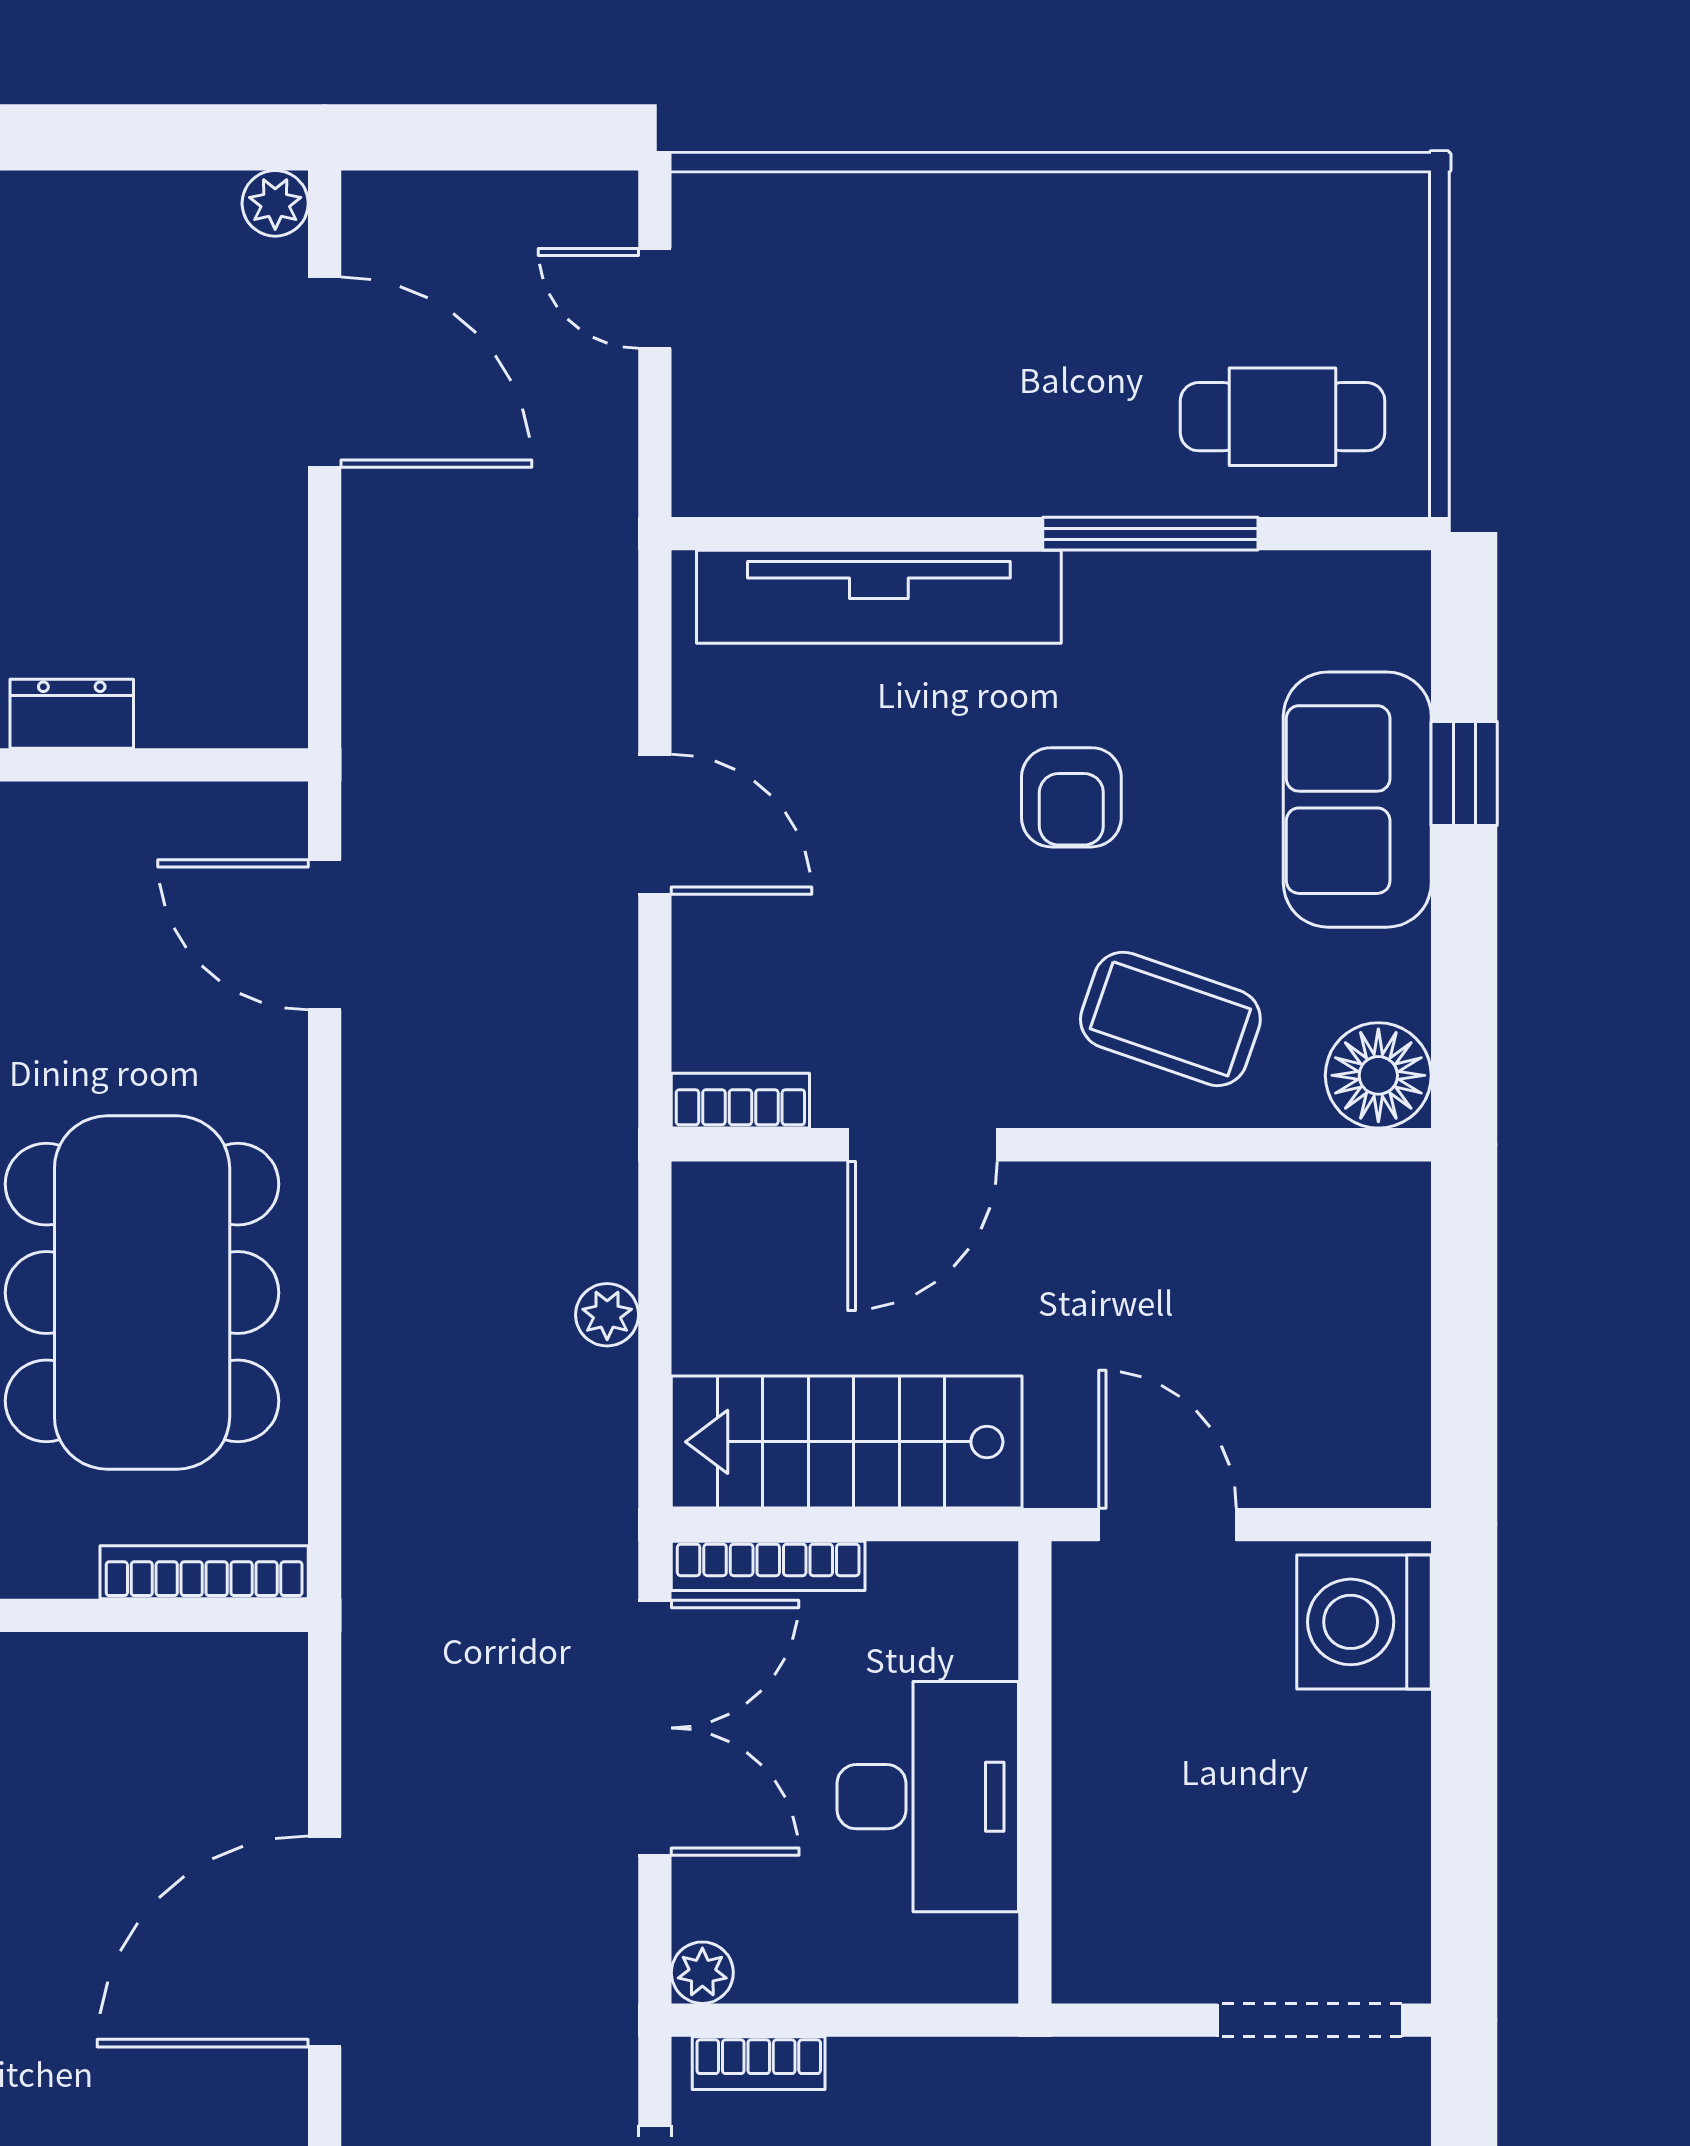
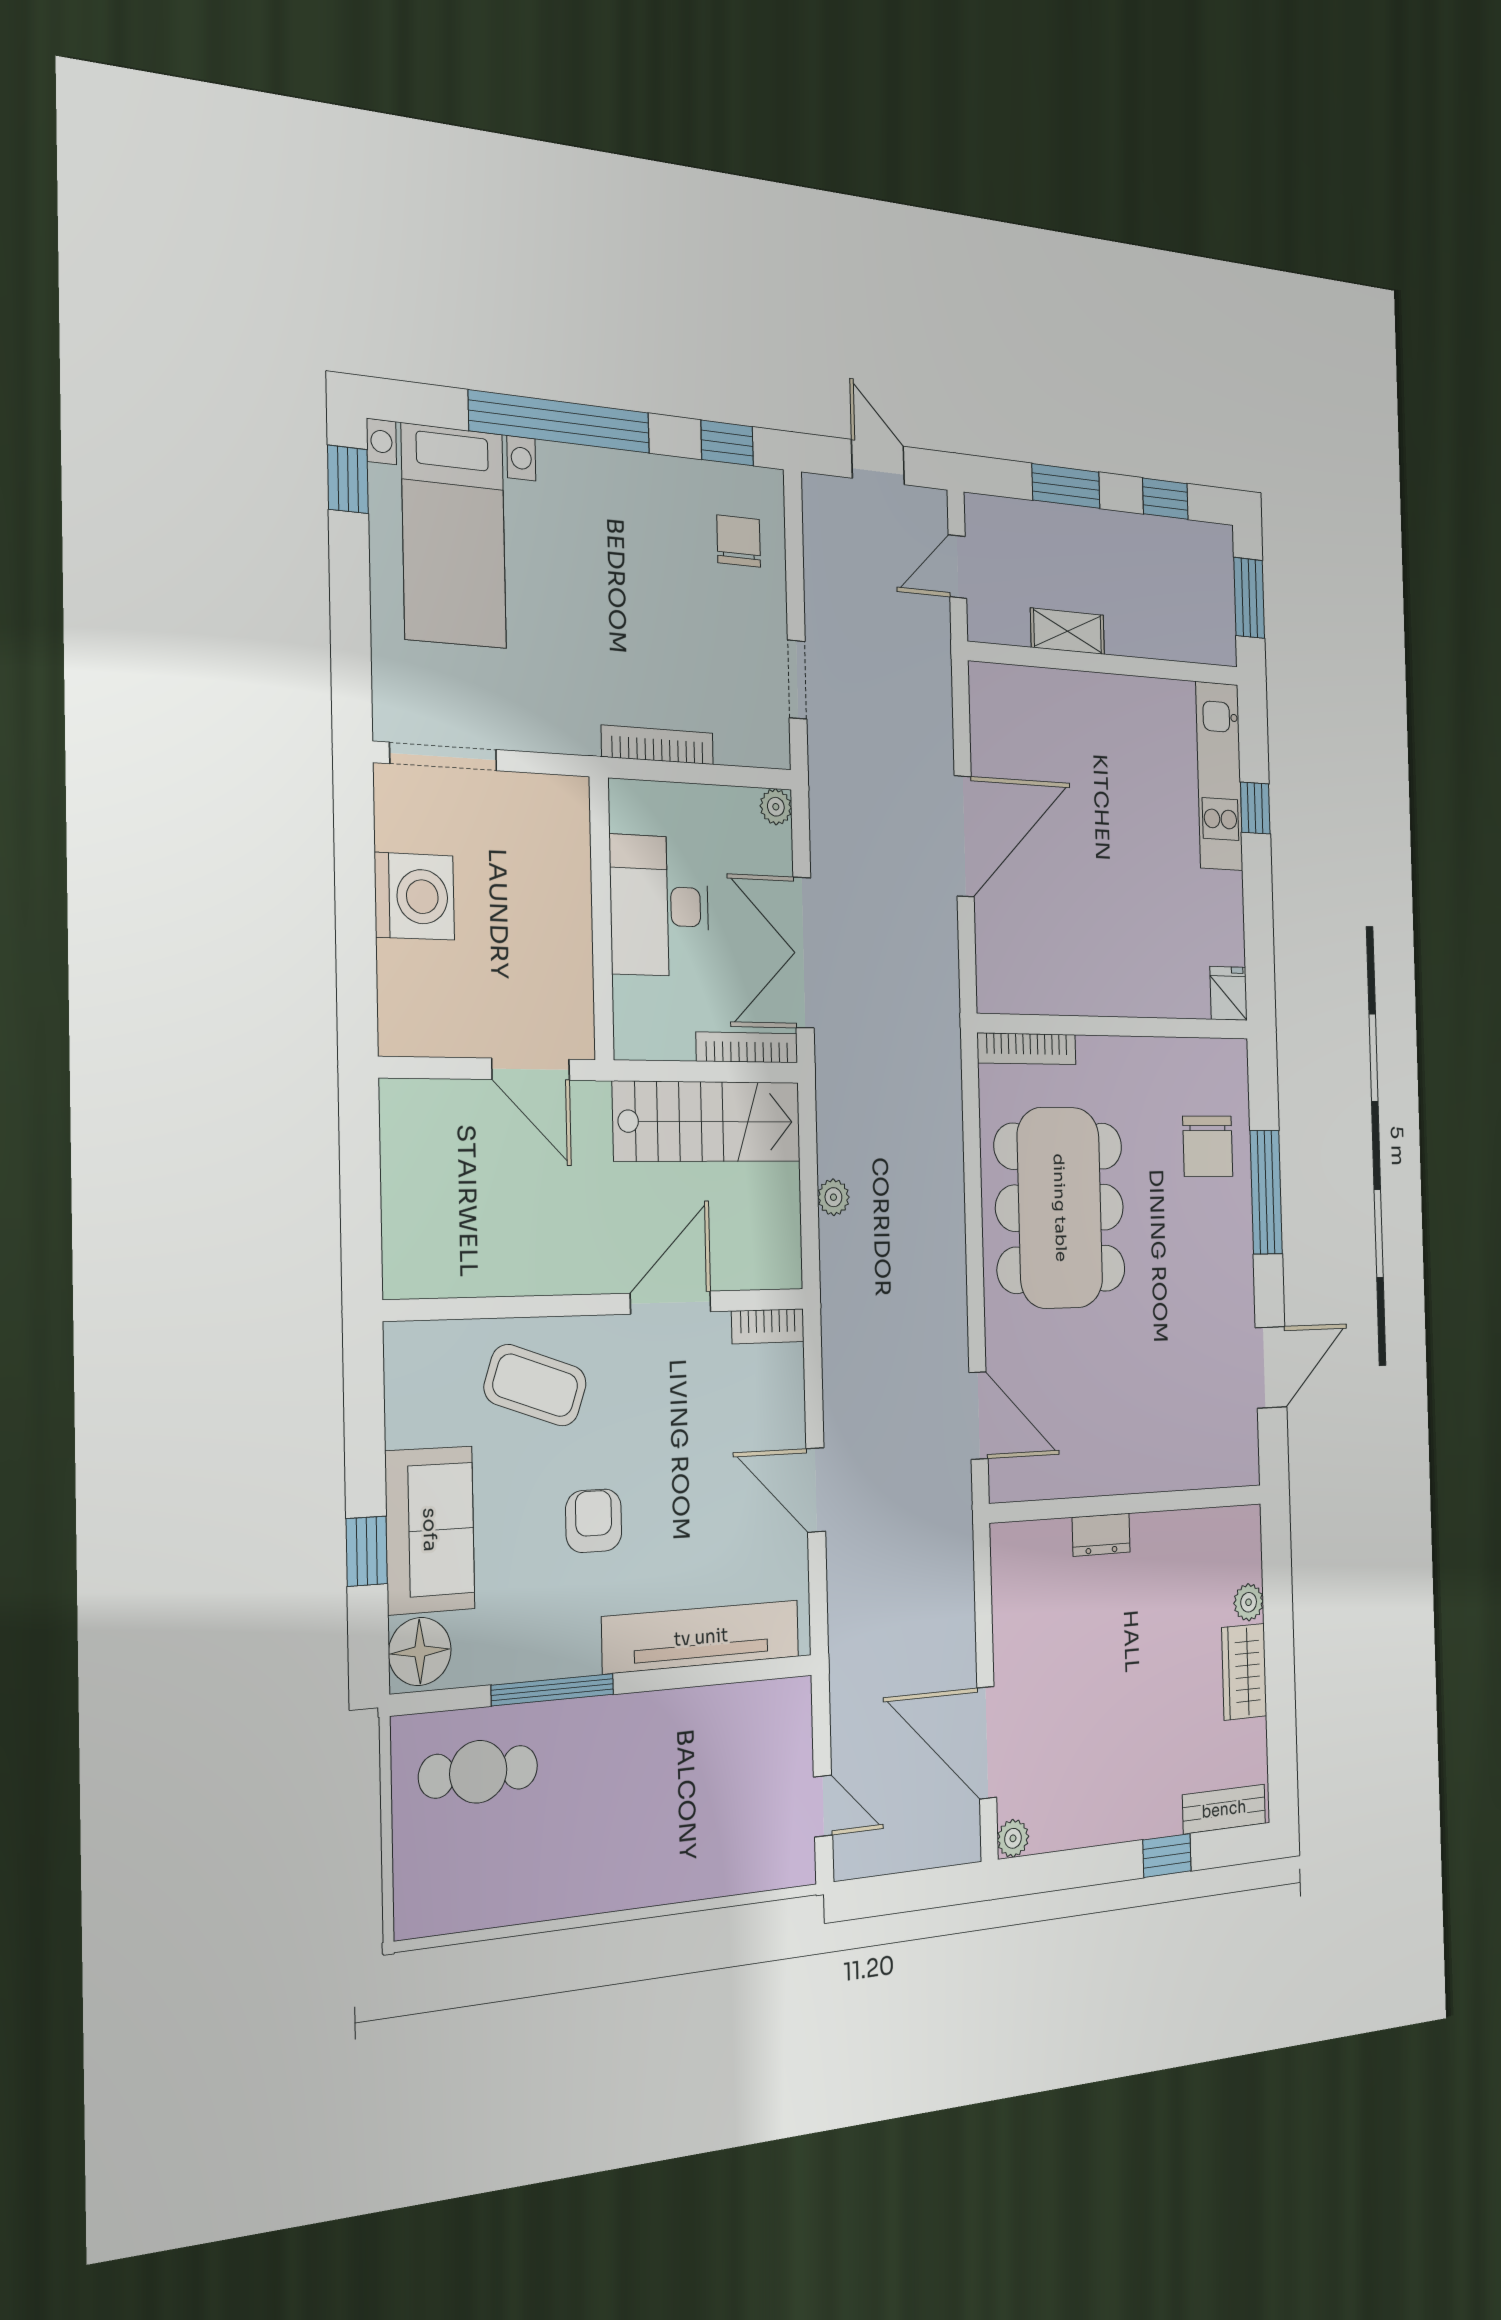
floor lamp: (1378, 1075) -> (420, 1651), moved
washing machine: (1364, 1622) -> (414, 896), moved
bookcase: (759, 2063) -> (658, 745), moved, width x1.56

